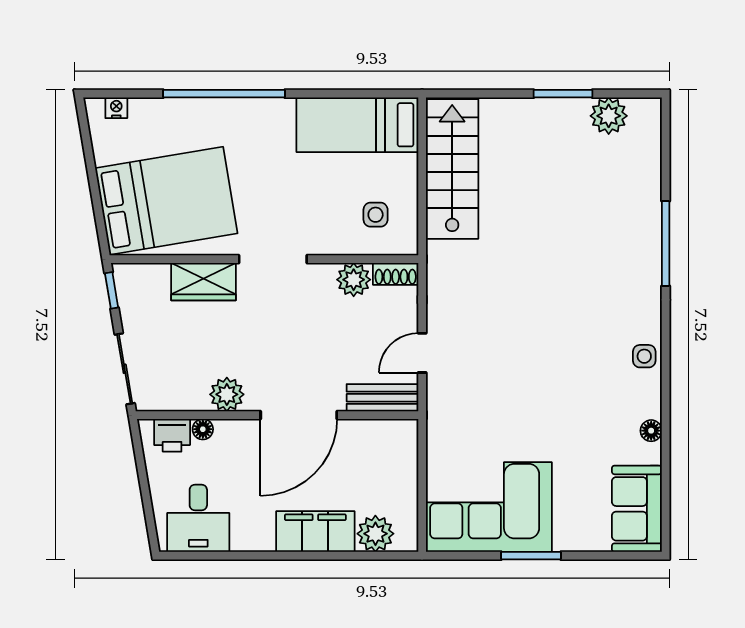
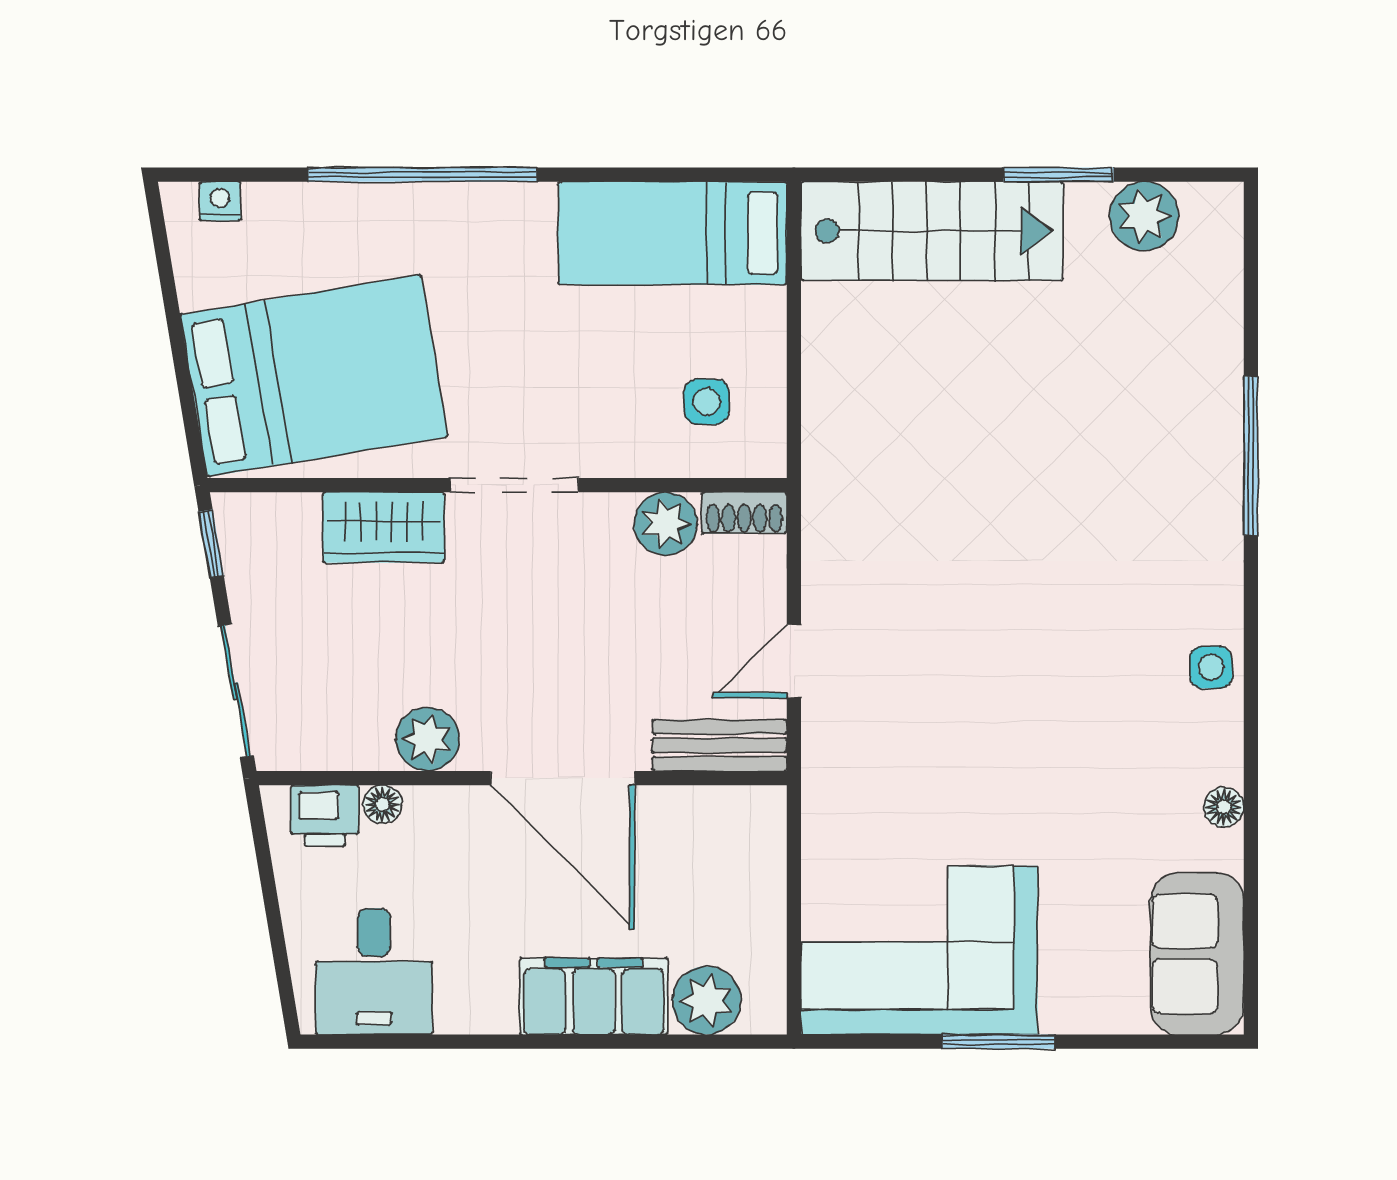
stairs: (452, 169) -> (932, 231), moved, turned 90
door: (299, 415) -> (563, 778), hinge flipped

